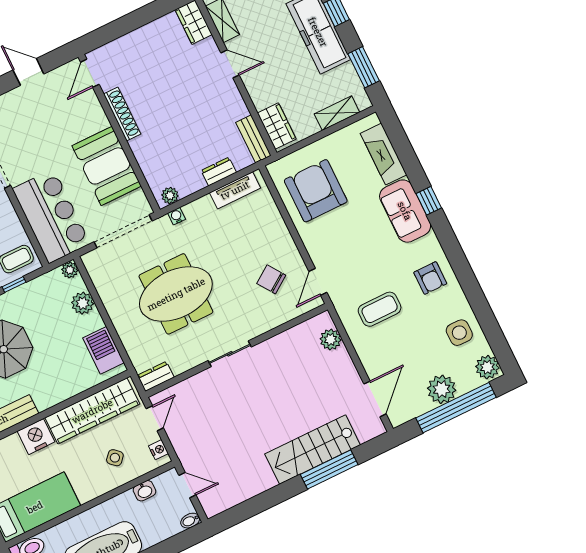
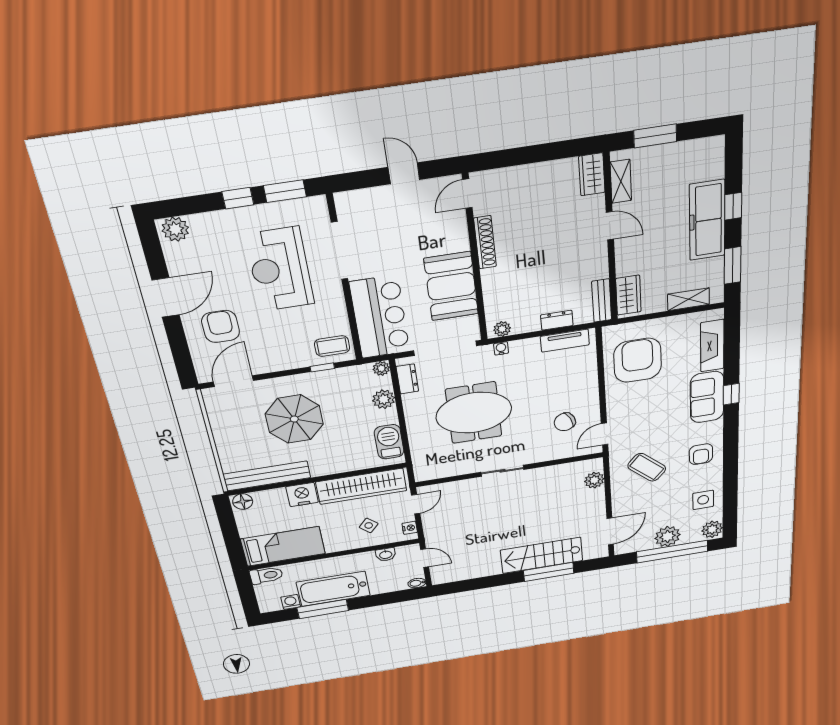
chair: (271, 279) -> (565, 422), turned -80
coffee table: (380, 309) -> (647, 467), turned 42
dresser: (156, 376) -> (407, 379), moved, turned 90

